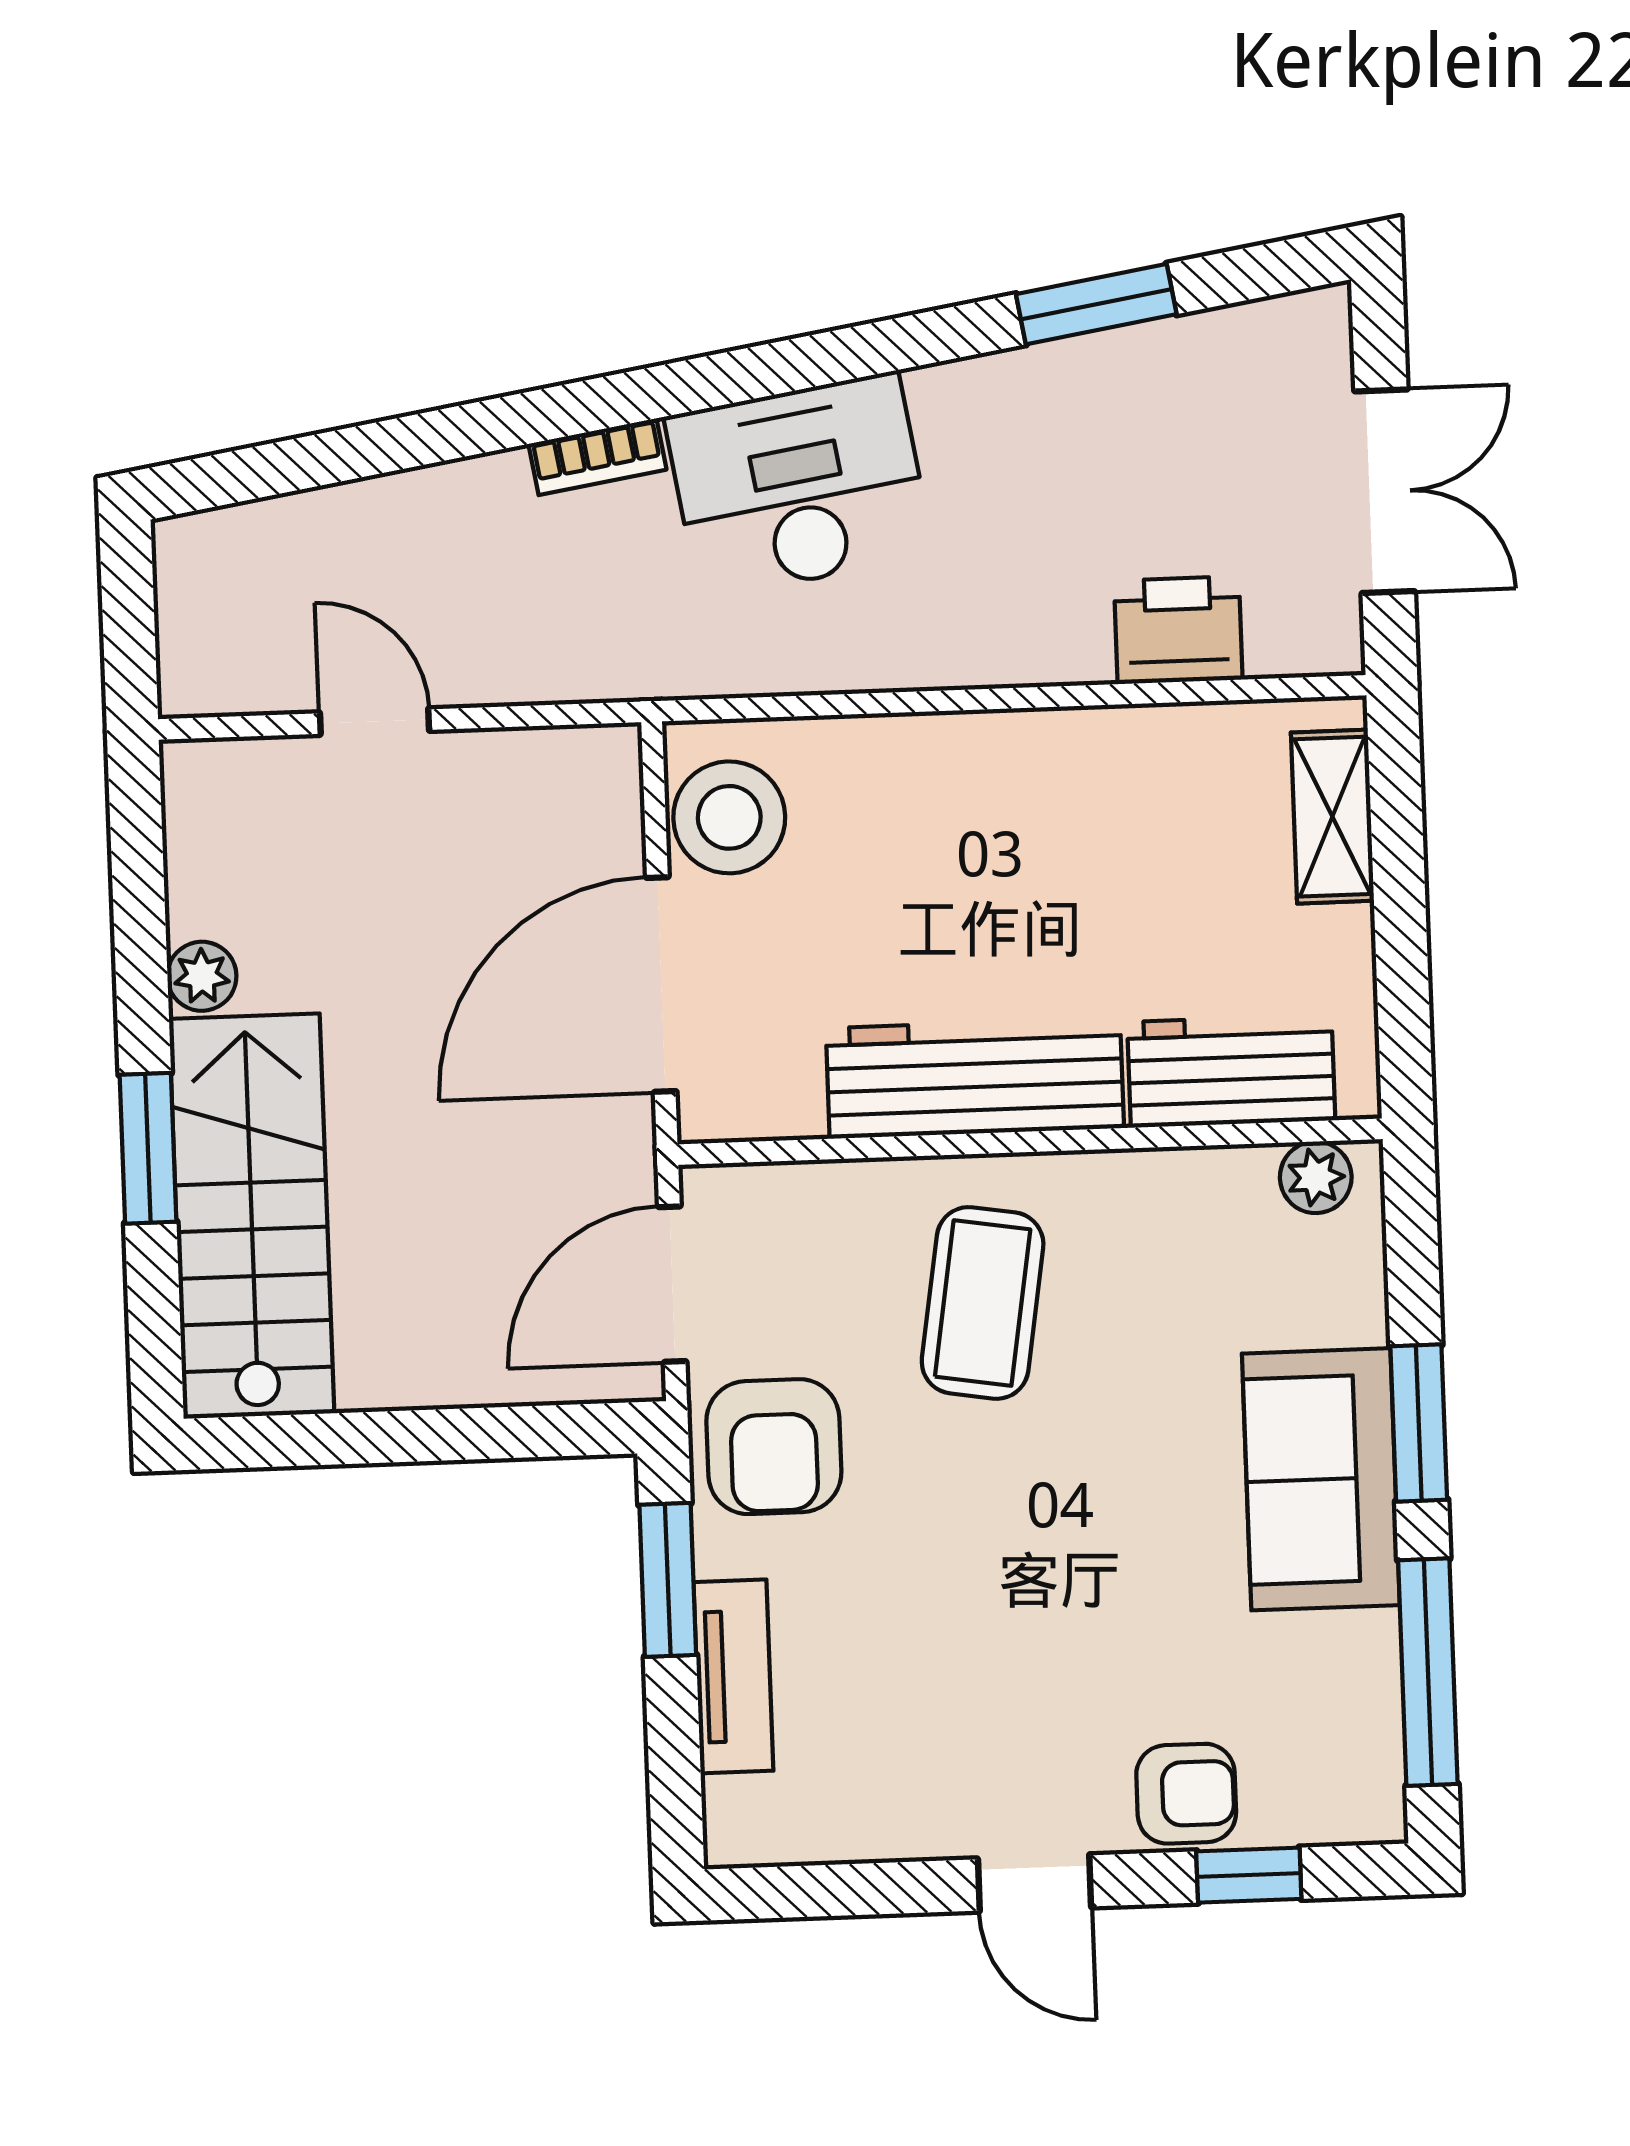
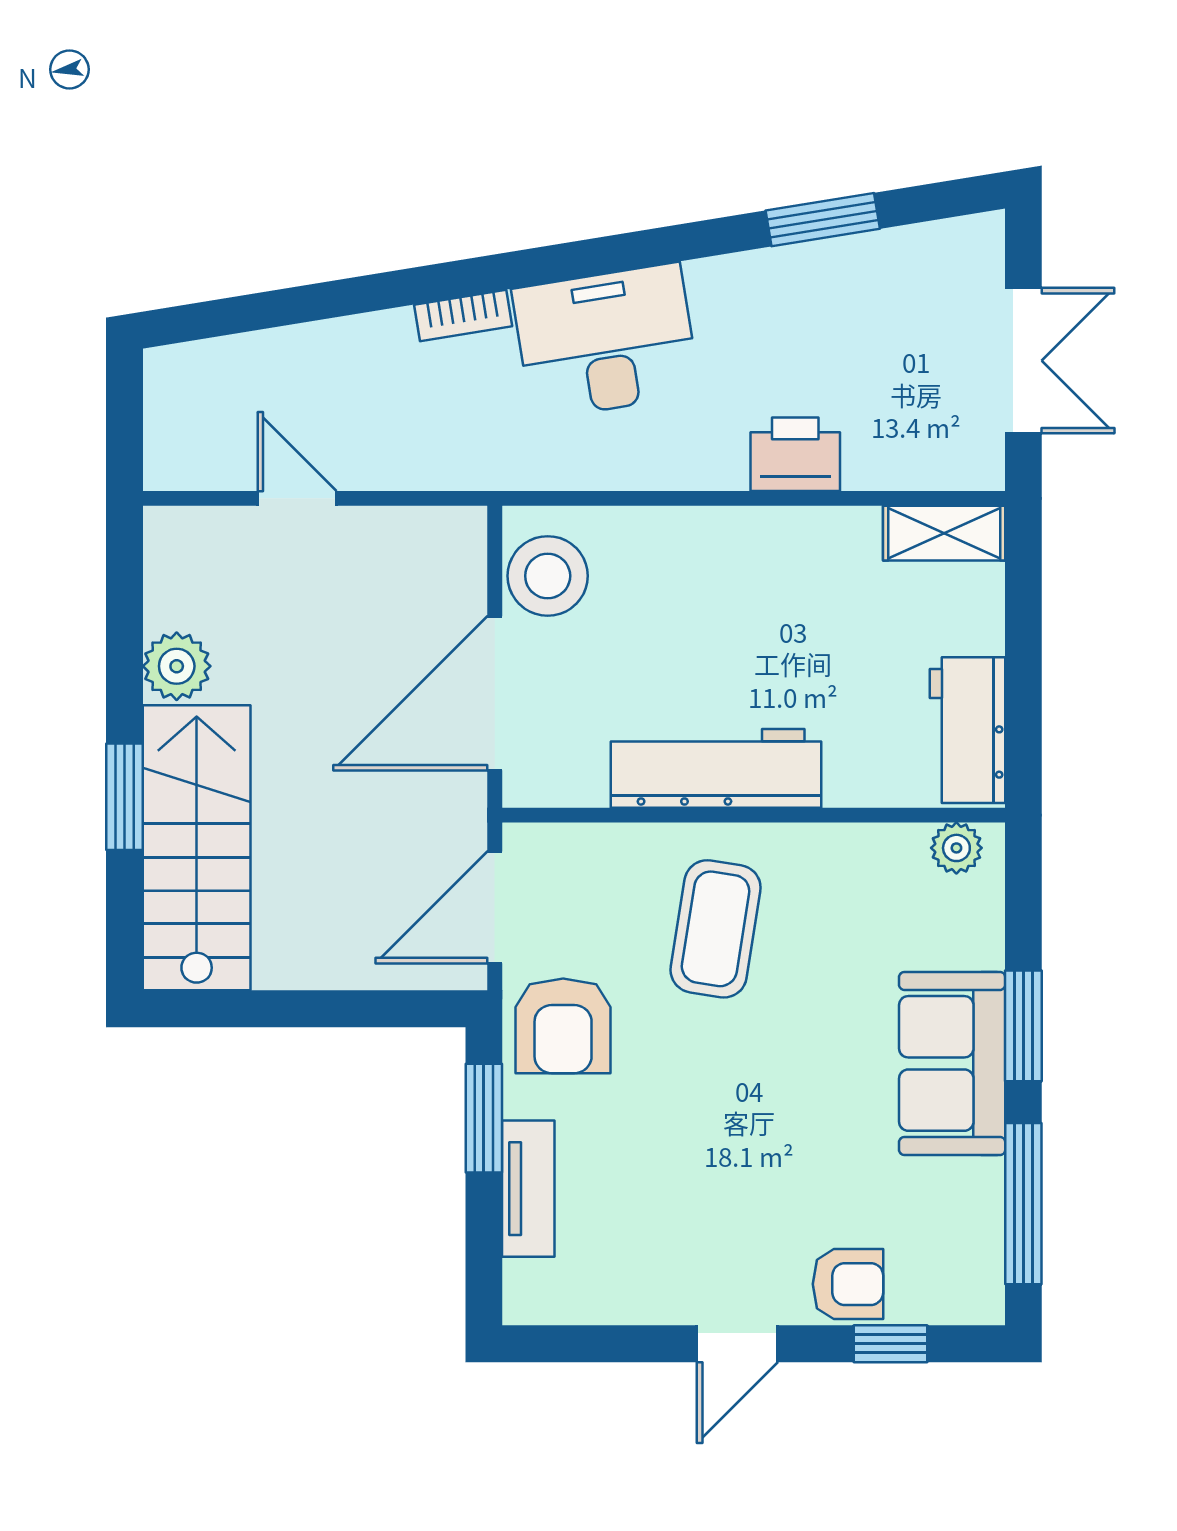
printer: (1178, 630) -> (795, 454), moved
shelving: (1332, 817) -> (944, 533), moved, turned 90
plant: (202, 976) -> (177, 666), width x1.38, depth x1.38
workbench: (1231, 1071) -> (967, 730), moved, turned -90
door: (1034, 1883) -> (737, 1344), hinge flipped

